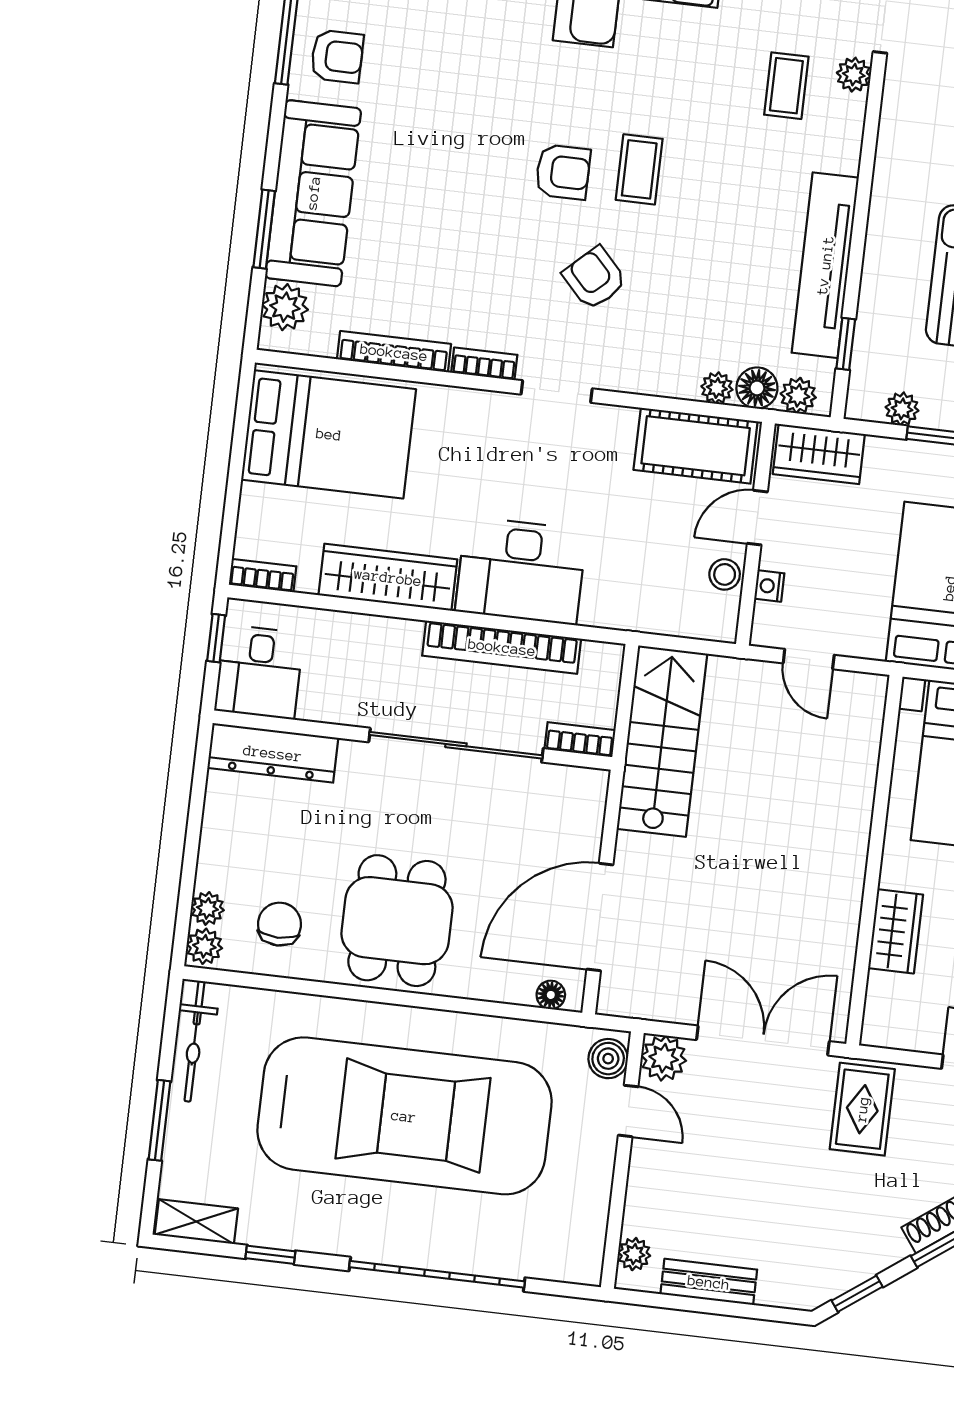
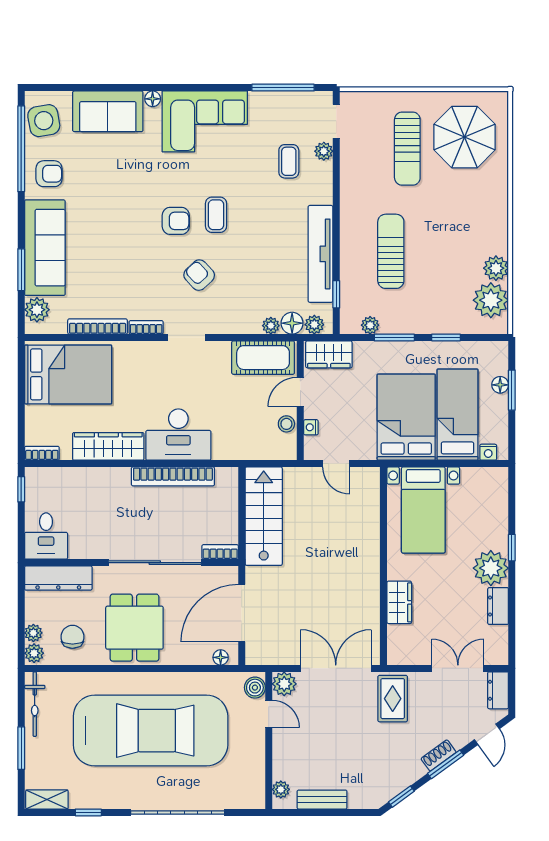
desk: (259, 672) -> (46, 536), moved
wall: (412, 740) -> (131, 563), moved
bookcase: (580, 740) -> (220, 552), moved
sliding door: (456, 745) -> (155, 563), moved
dresser: (273, 753) -> (58, 578), moved

